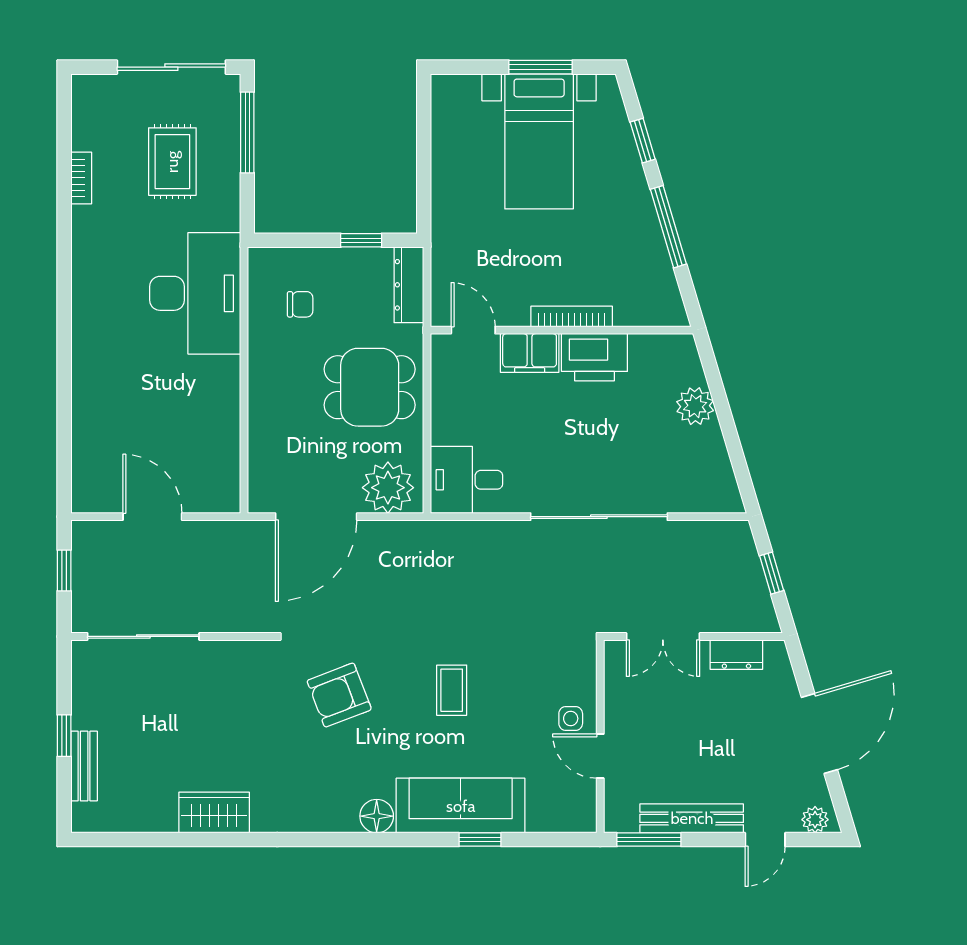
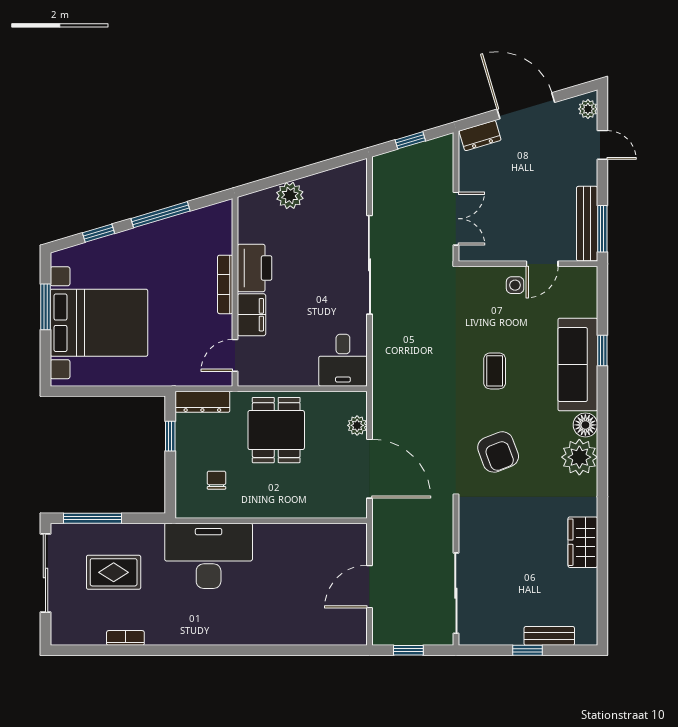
bed with nightstands: (539, 141) -> (99, 323), width x1.36
plant: (388, 488) -> (357, 425), width x0.53, depth x0.53
dresser: (736, 655) -> (480, 136), moved, turned 73
coffee table: (452, 690) -> (495, 371), turned 90
plant: (332, 808) -> (579, 457), added
bench: (692, 818) -> (587, 224), moved

